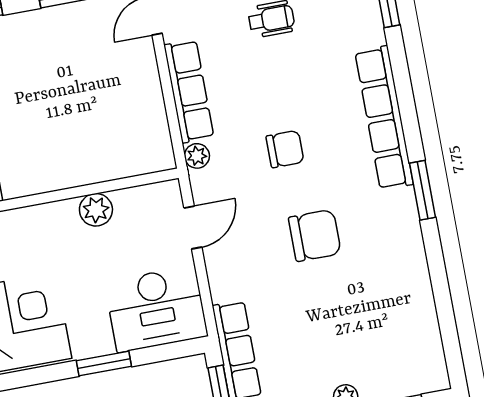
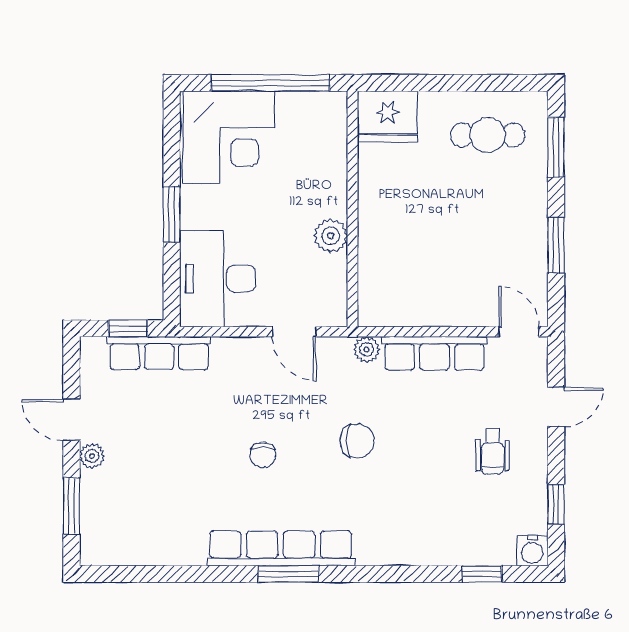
row of seats: (384, 118) -> (281, 548), moved
chair: (285, 149) -> (357, 441), turned -90
chair: (315, 235) -> (263, 455), width x0.54, depth x0.54

